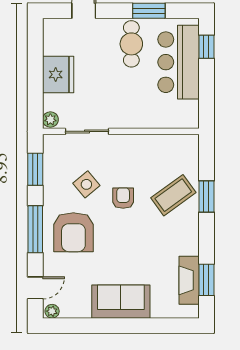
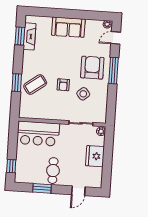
bar counter: (179, 62) -> (38, 134), moved, turned 90
window: (35, 169) -> (111, 104), removed

